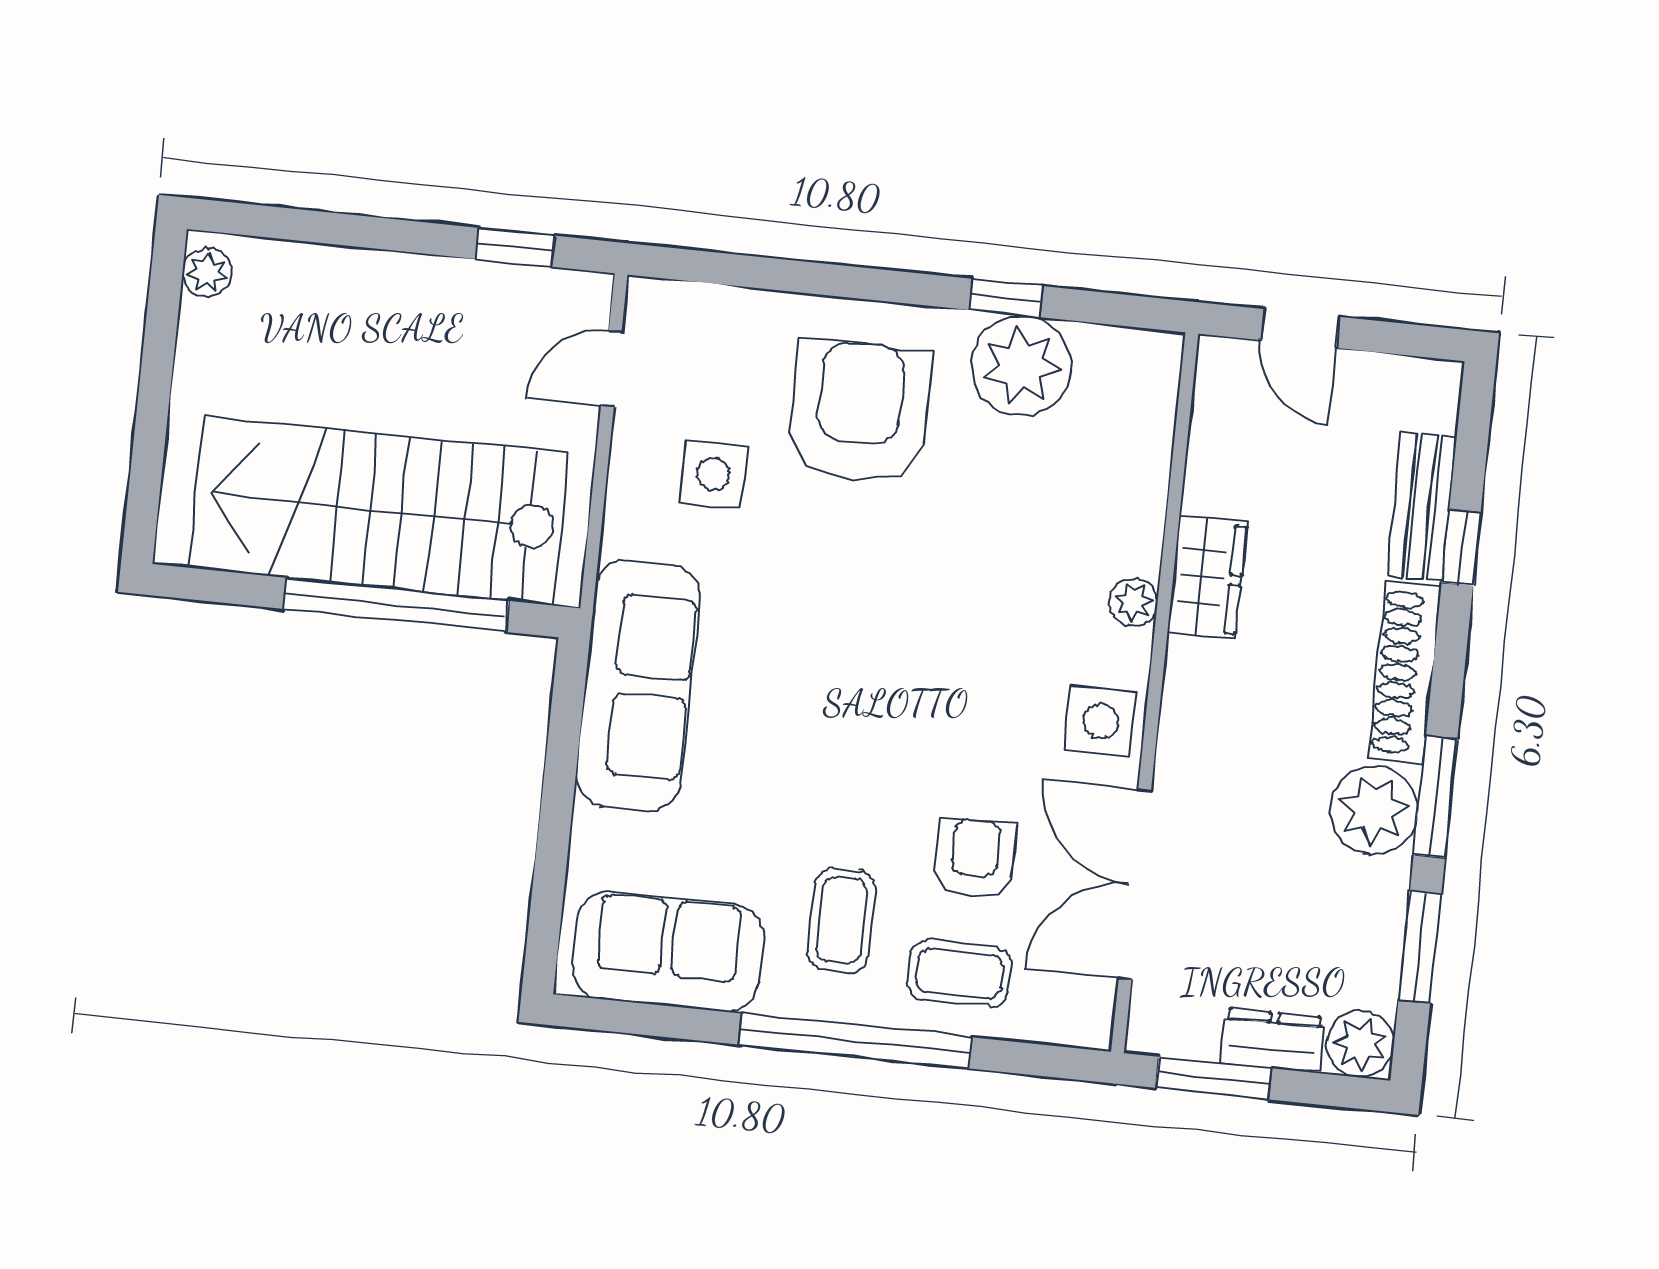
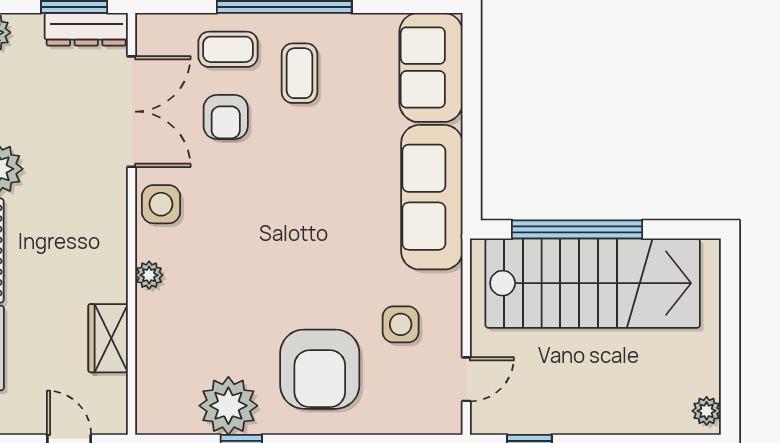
wardrobe: (1207, 577) -> (108, 338), moved
sofa: (668, 952) -> (431, 67), moved, turned 90
dresser: (1272, 1040) -> (86, 29), moved, width x1.44

